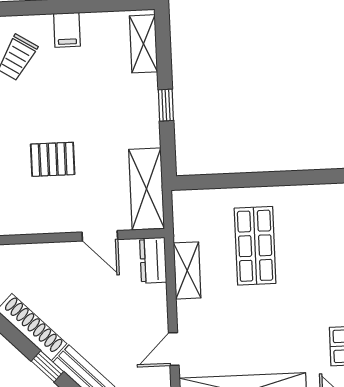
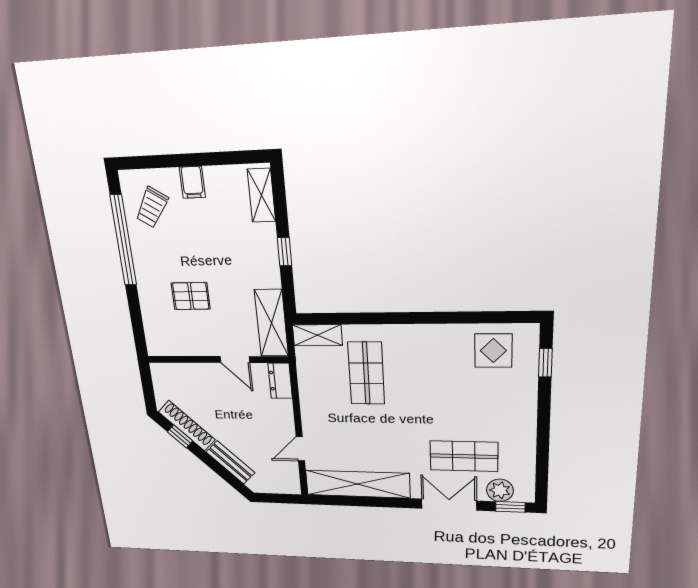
shelving: (187, 270) -> (317, 335), moved, turned 90
window: (47, 366) -> (180, 436), moved

